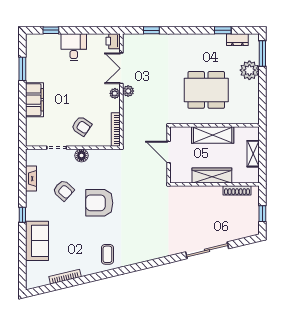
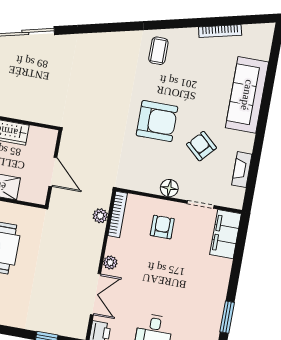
plant: (128, 91) -> (100, 216), moved
filing cabinet: (34, 100) -> (225, 234), moved
armchair: (81, 126) -> (162, 227), turned 56
window: (22, 215) -> (262, 124), removed
sofa: (37, 241) -> (247, 95), width x1.36

